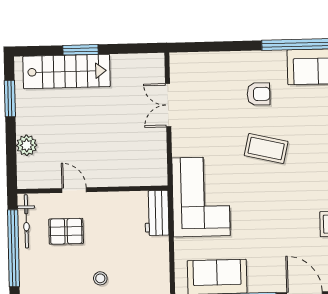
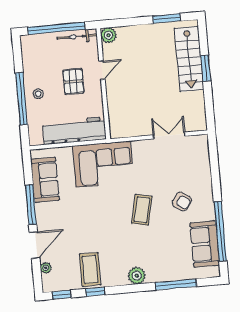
armchair: (259, 94) -> (182, 202), turned -55
plant: (27, 145) -> (109, 35), moved
workbench: (157, 213) -> (74, 131), width x1.88, depth x1.32
pallet: (66, 231) -> (73, 81), moved

